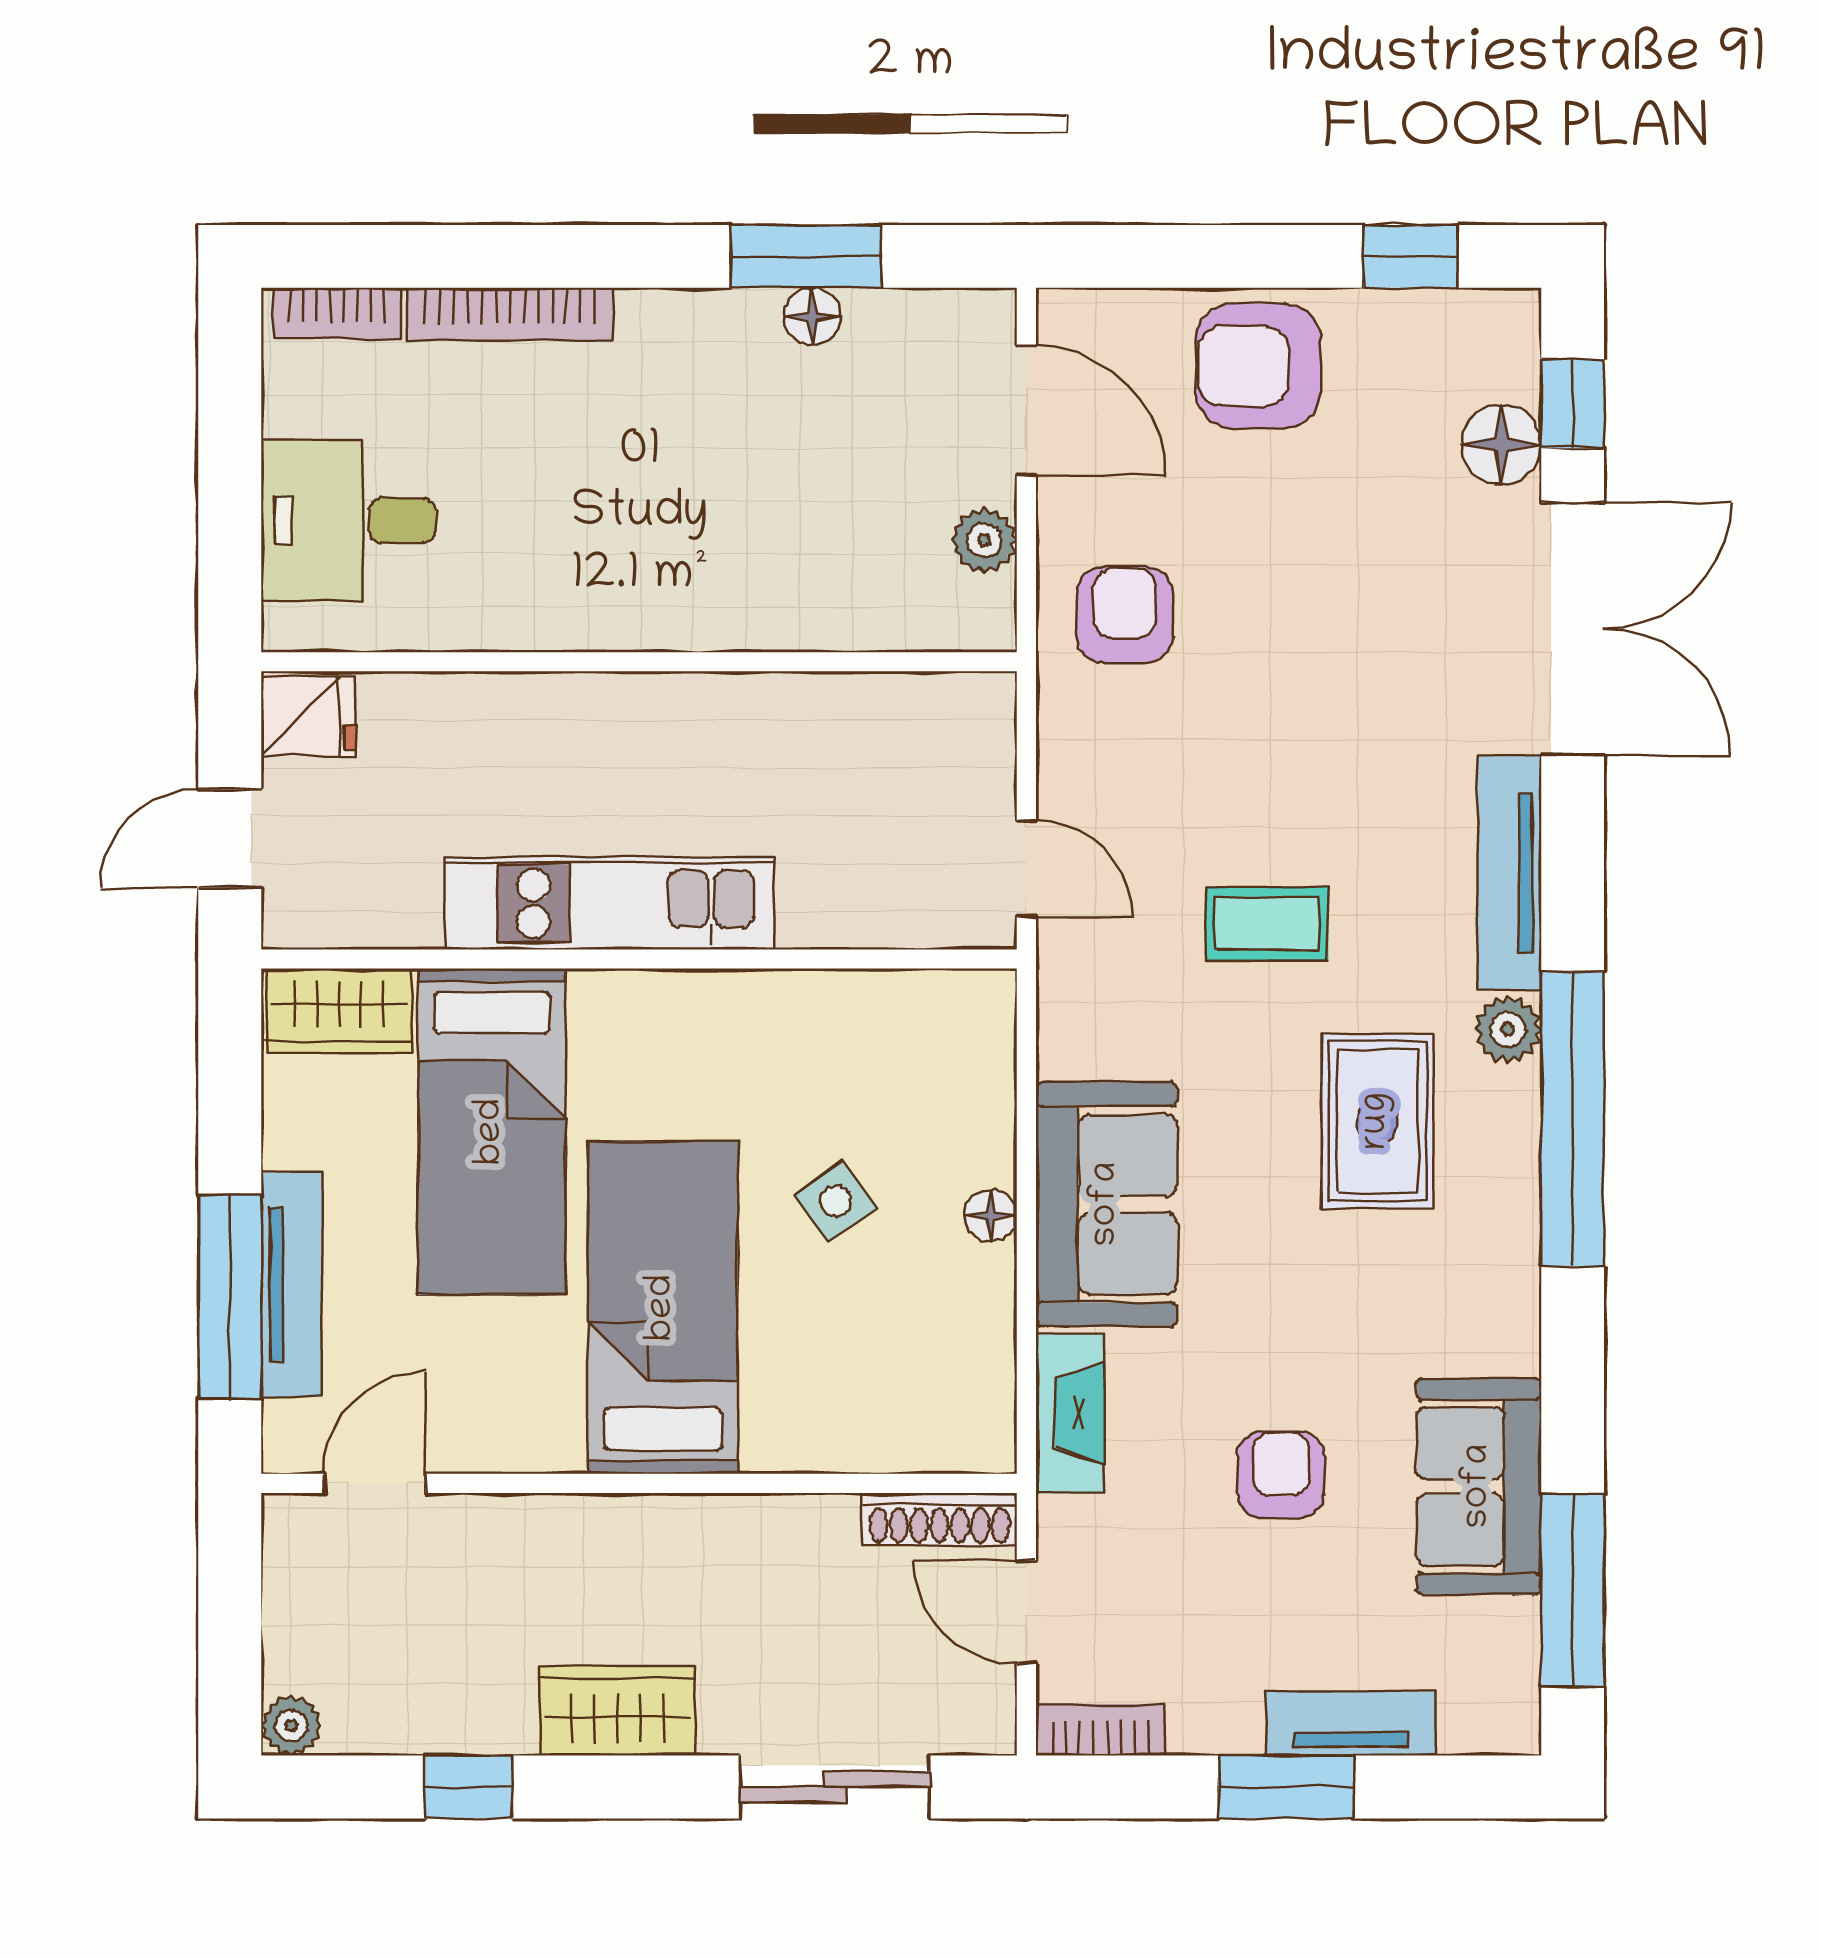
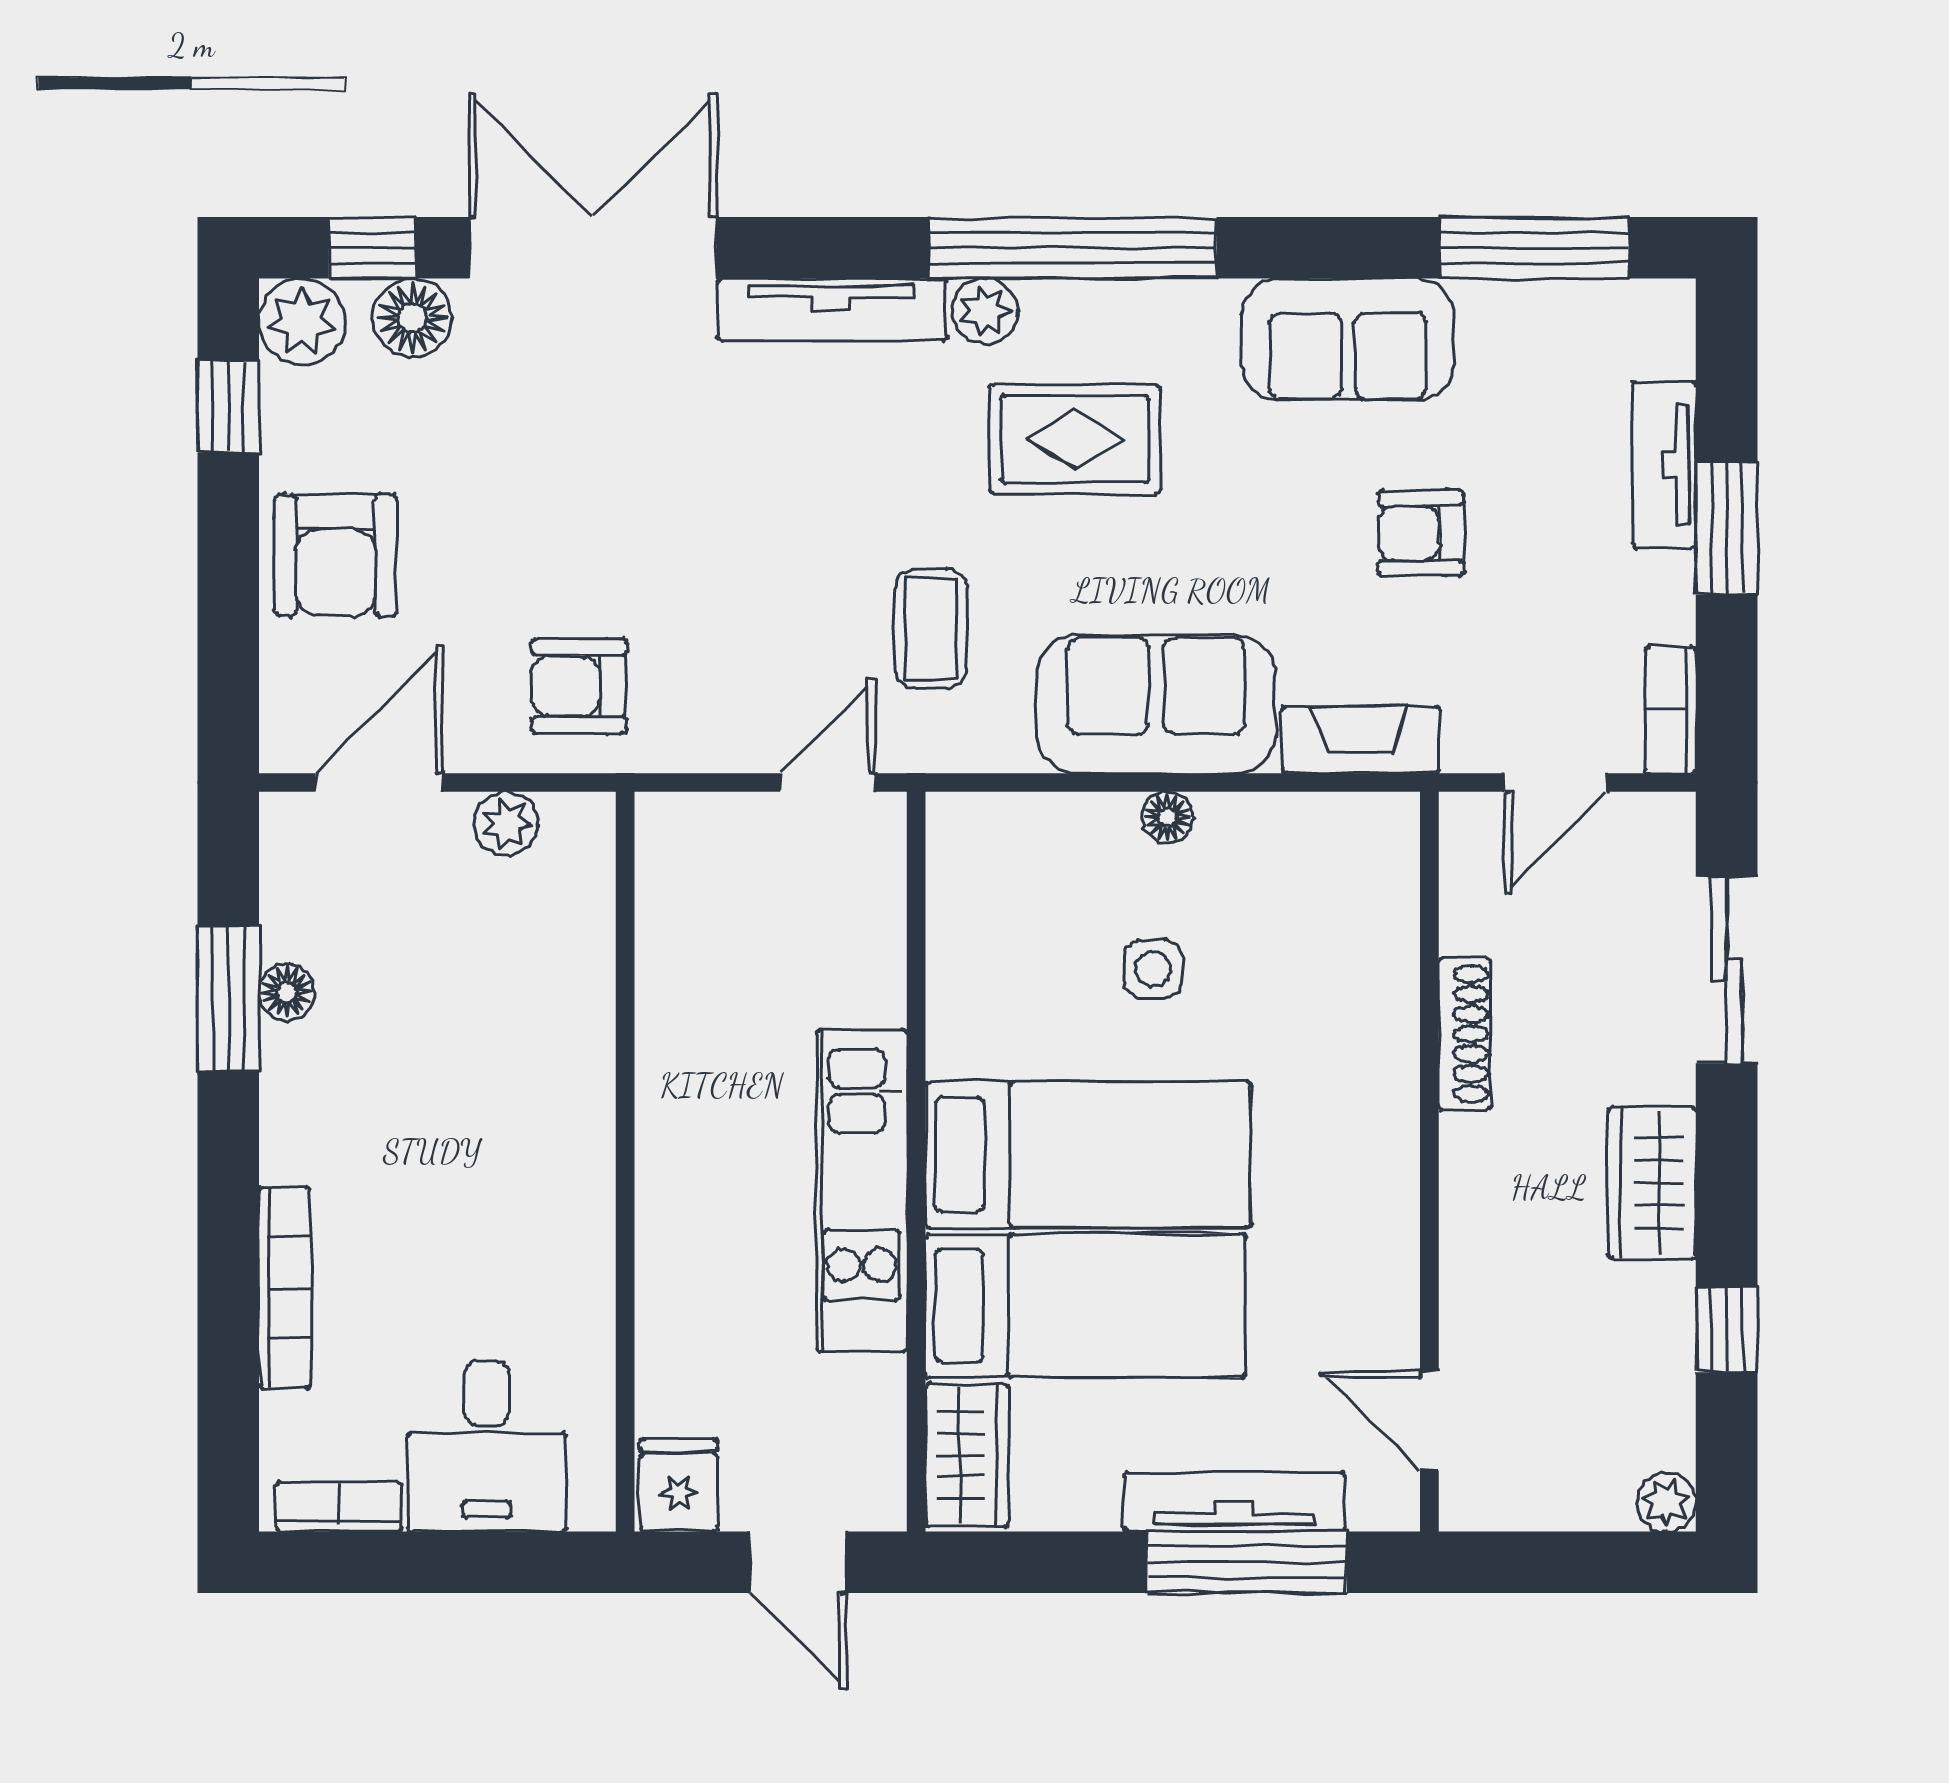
bookcase: (337, 313) -> (339, 1507), moved, turned -90
plant: (1497, 332) -> (302, 322), added
coffee table: (1267, 923) -> (931, 629), moved
side table: (836, 1201) -> (1153, 969), turned 36
bed: (663, 1308) -> (1088, 1154), moved, turned 180
sofa: (1479, 1486) -> (1348, 340), moved
shoe rack: (940, 1519) -> (1464, 1034), moved

